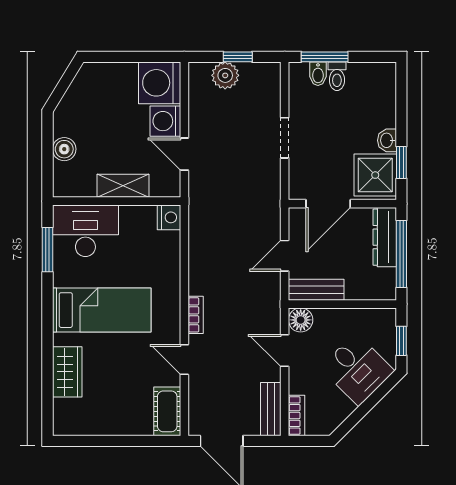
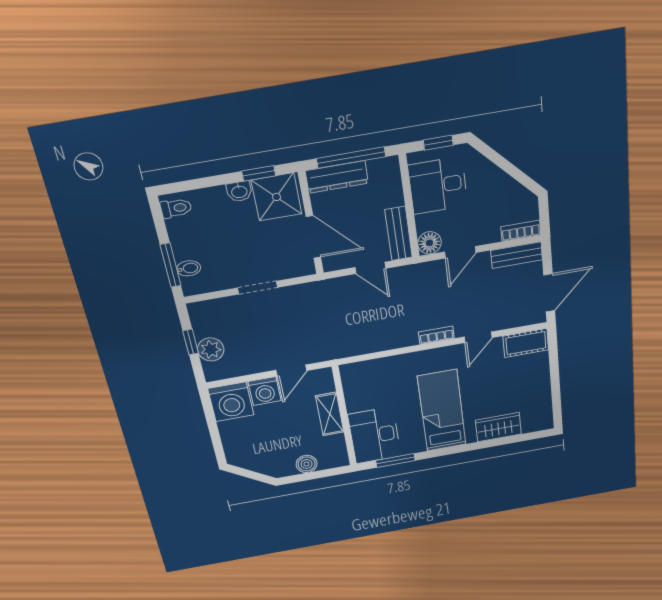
toilet: (337, 76) -> (176, 208), moved
nightstand: (169, 217) -> (351, 373), removed
desk: (357, 369) -> (438, 186), moved, turned -135

